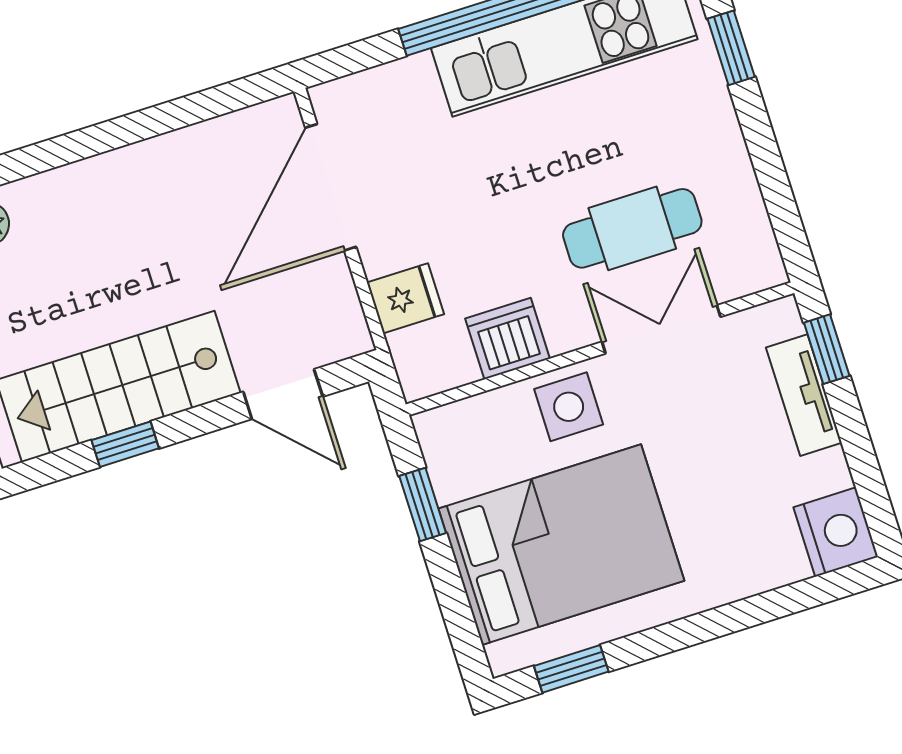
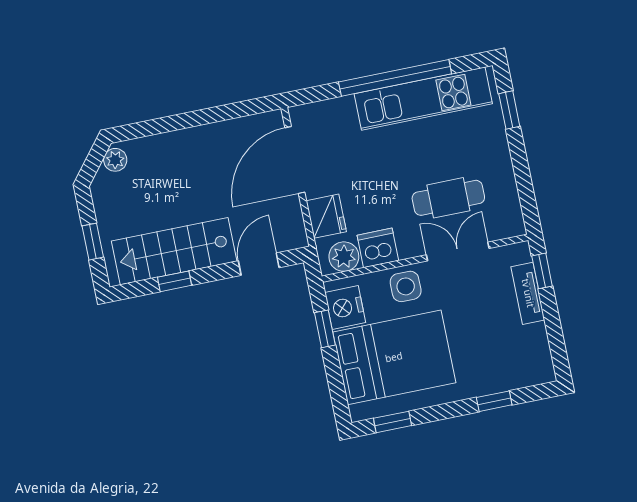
fridge: (405, 298) -> (326, 216), width x1.38
plant: (444, 362) -> (344, 257), added
door: (283, 394) -> (259, 264), swing flipped
nightstand: (836, 532) -> (345, 307), moved, turned 180
window: (762, 608) -> (494, 401), added

